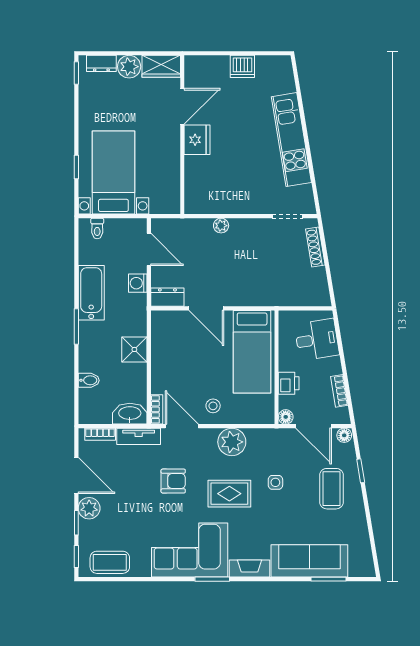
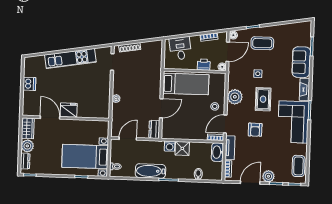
washing machine: (138, 283) -> (170, 146), moved
armchair: (173, 481) -> (255, 130), turned 180
sofa: (309, 561) -> (301, 62), width x0.73

